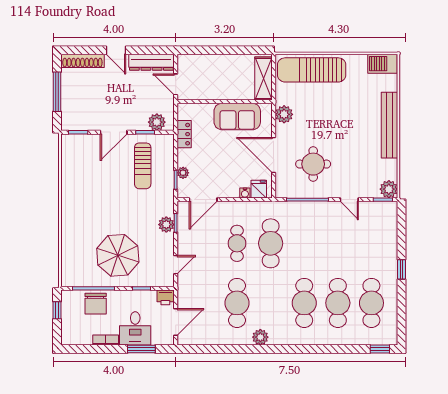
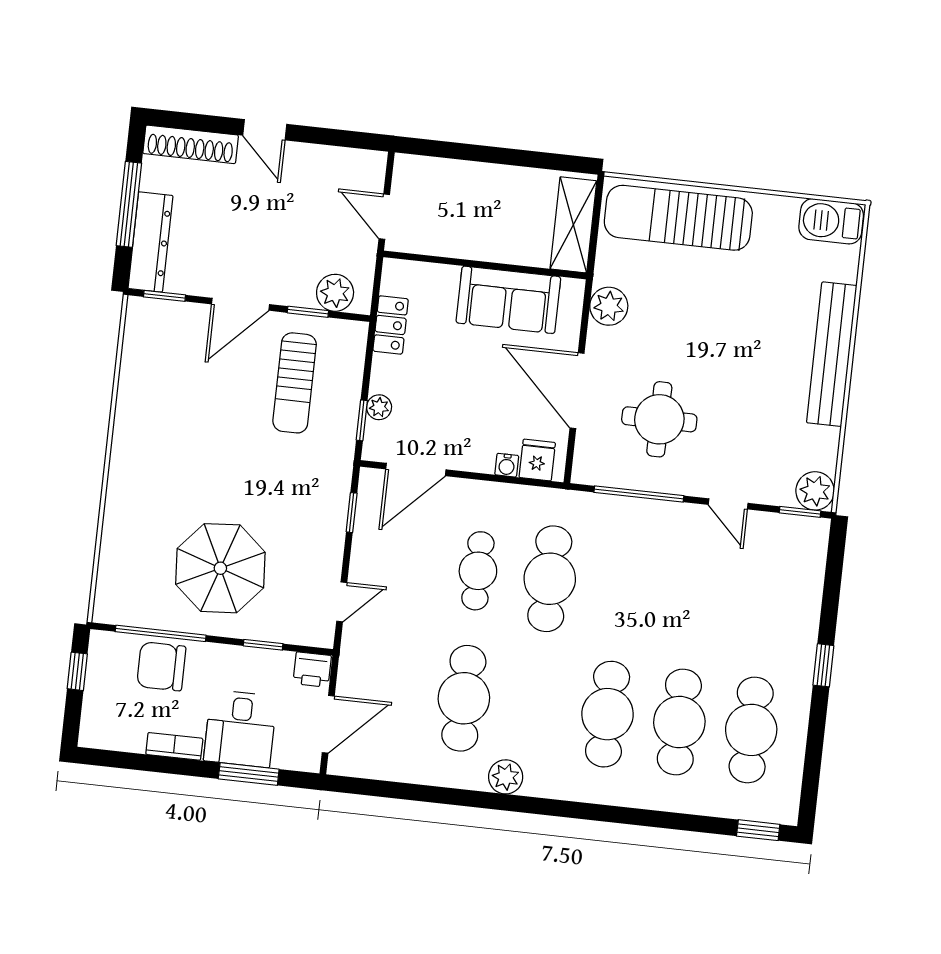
dresser: (151, 62) -> (150, 242), moved, turned -90
plant: (166, 225) -> (331, 514), removed
chair: (96, 304) -> (161, 666), turned 90

